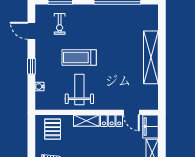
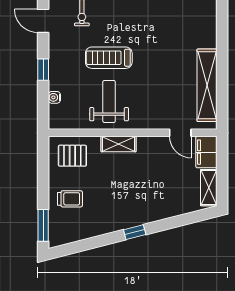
shelving: (151, 57) -> (207, 85), moved
locker: (112, 121) -> (153, 144), removed
pallet: (53, 129) -> (72, 156), turned 90

